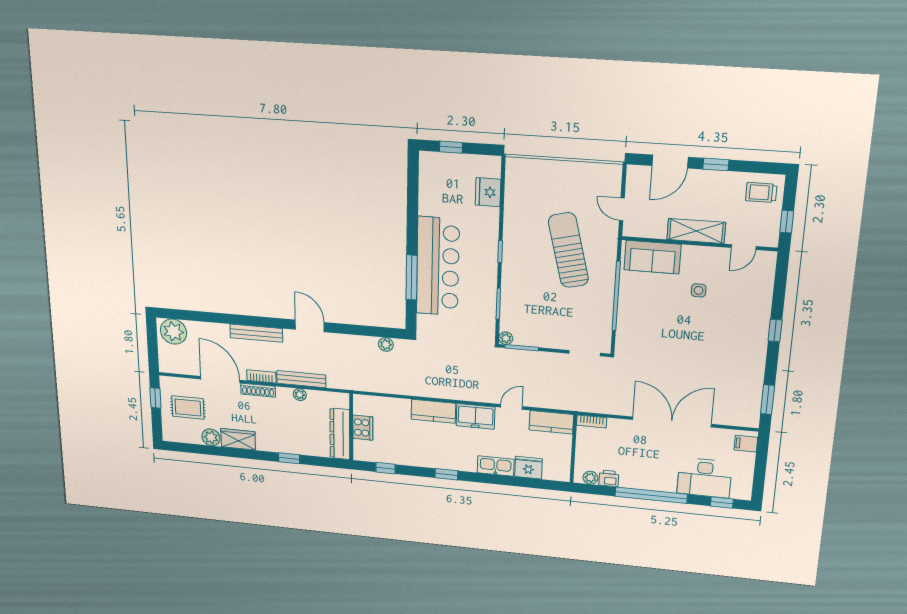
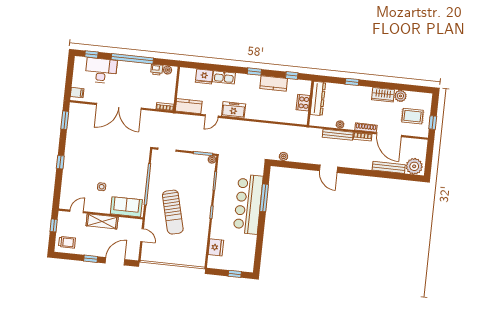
bench: (256, 333) -> (389, 167), moved
kitchen counter: (433, 411) -> (274, 83), moved, turned 180

